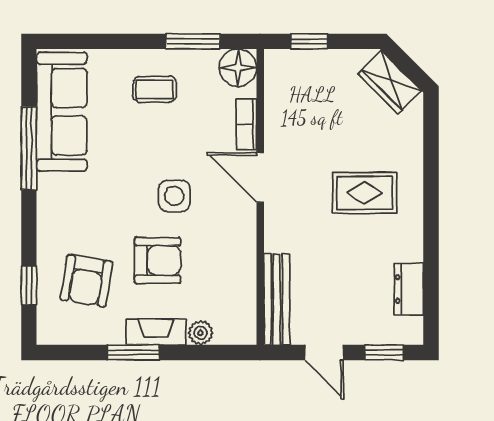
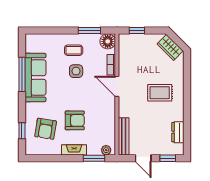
sofa: (62, 112) -> (35, 77), moved
side table: (174, 196) -> (76, 71), moved
plant: (201, 333) -> (106, 150), moved
window: (133, 352) -> (94, 158), moved

